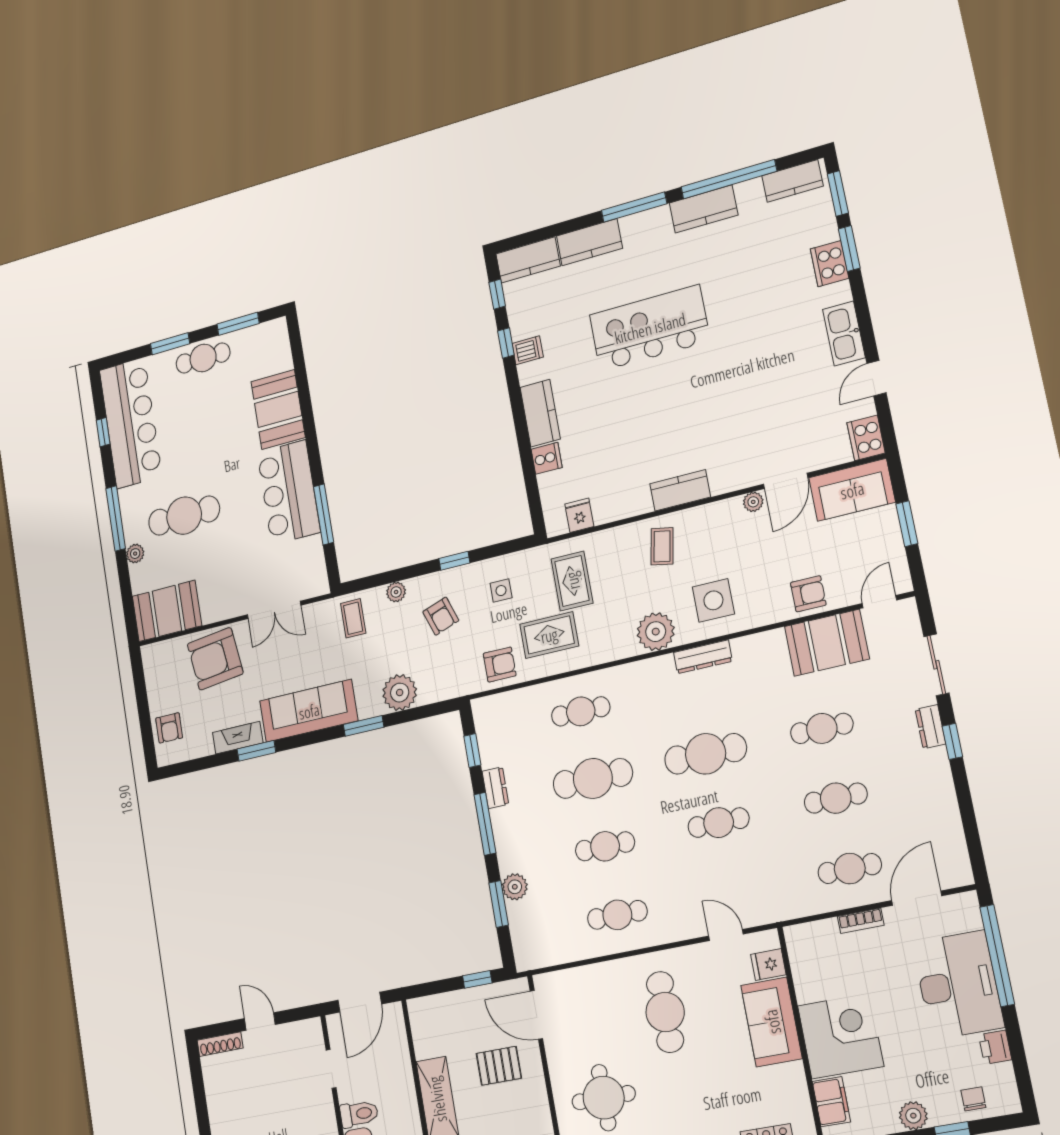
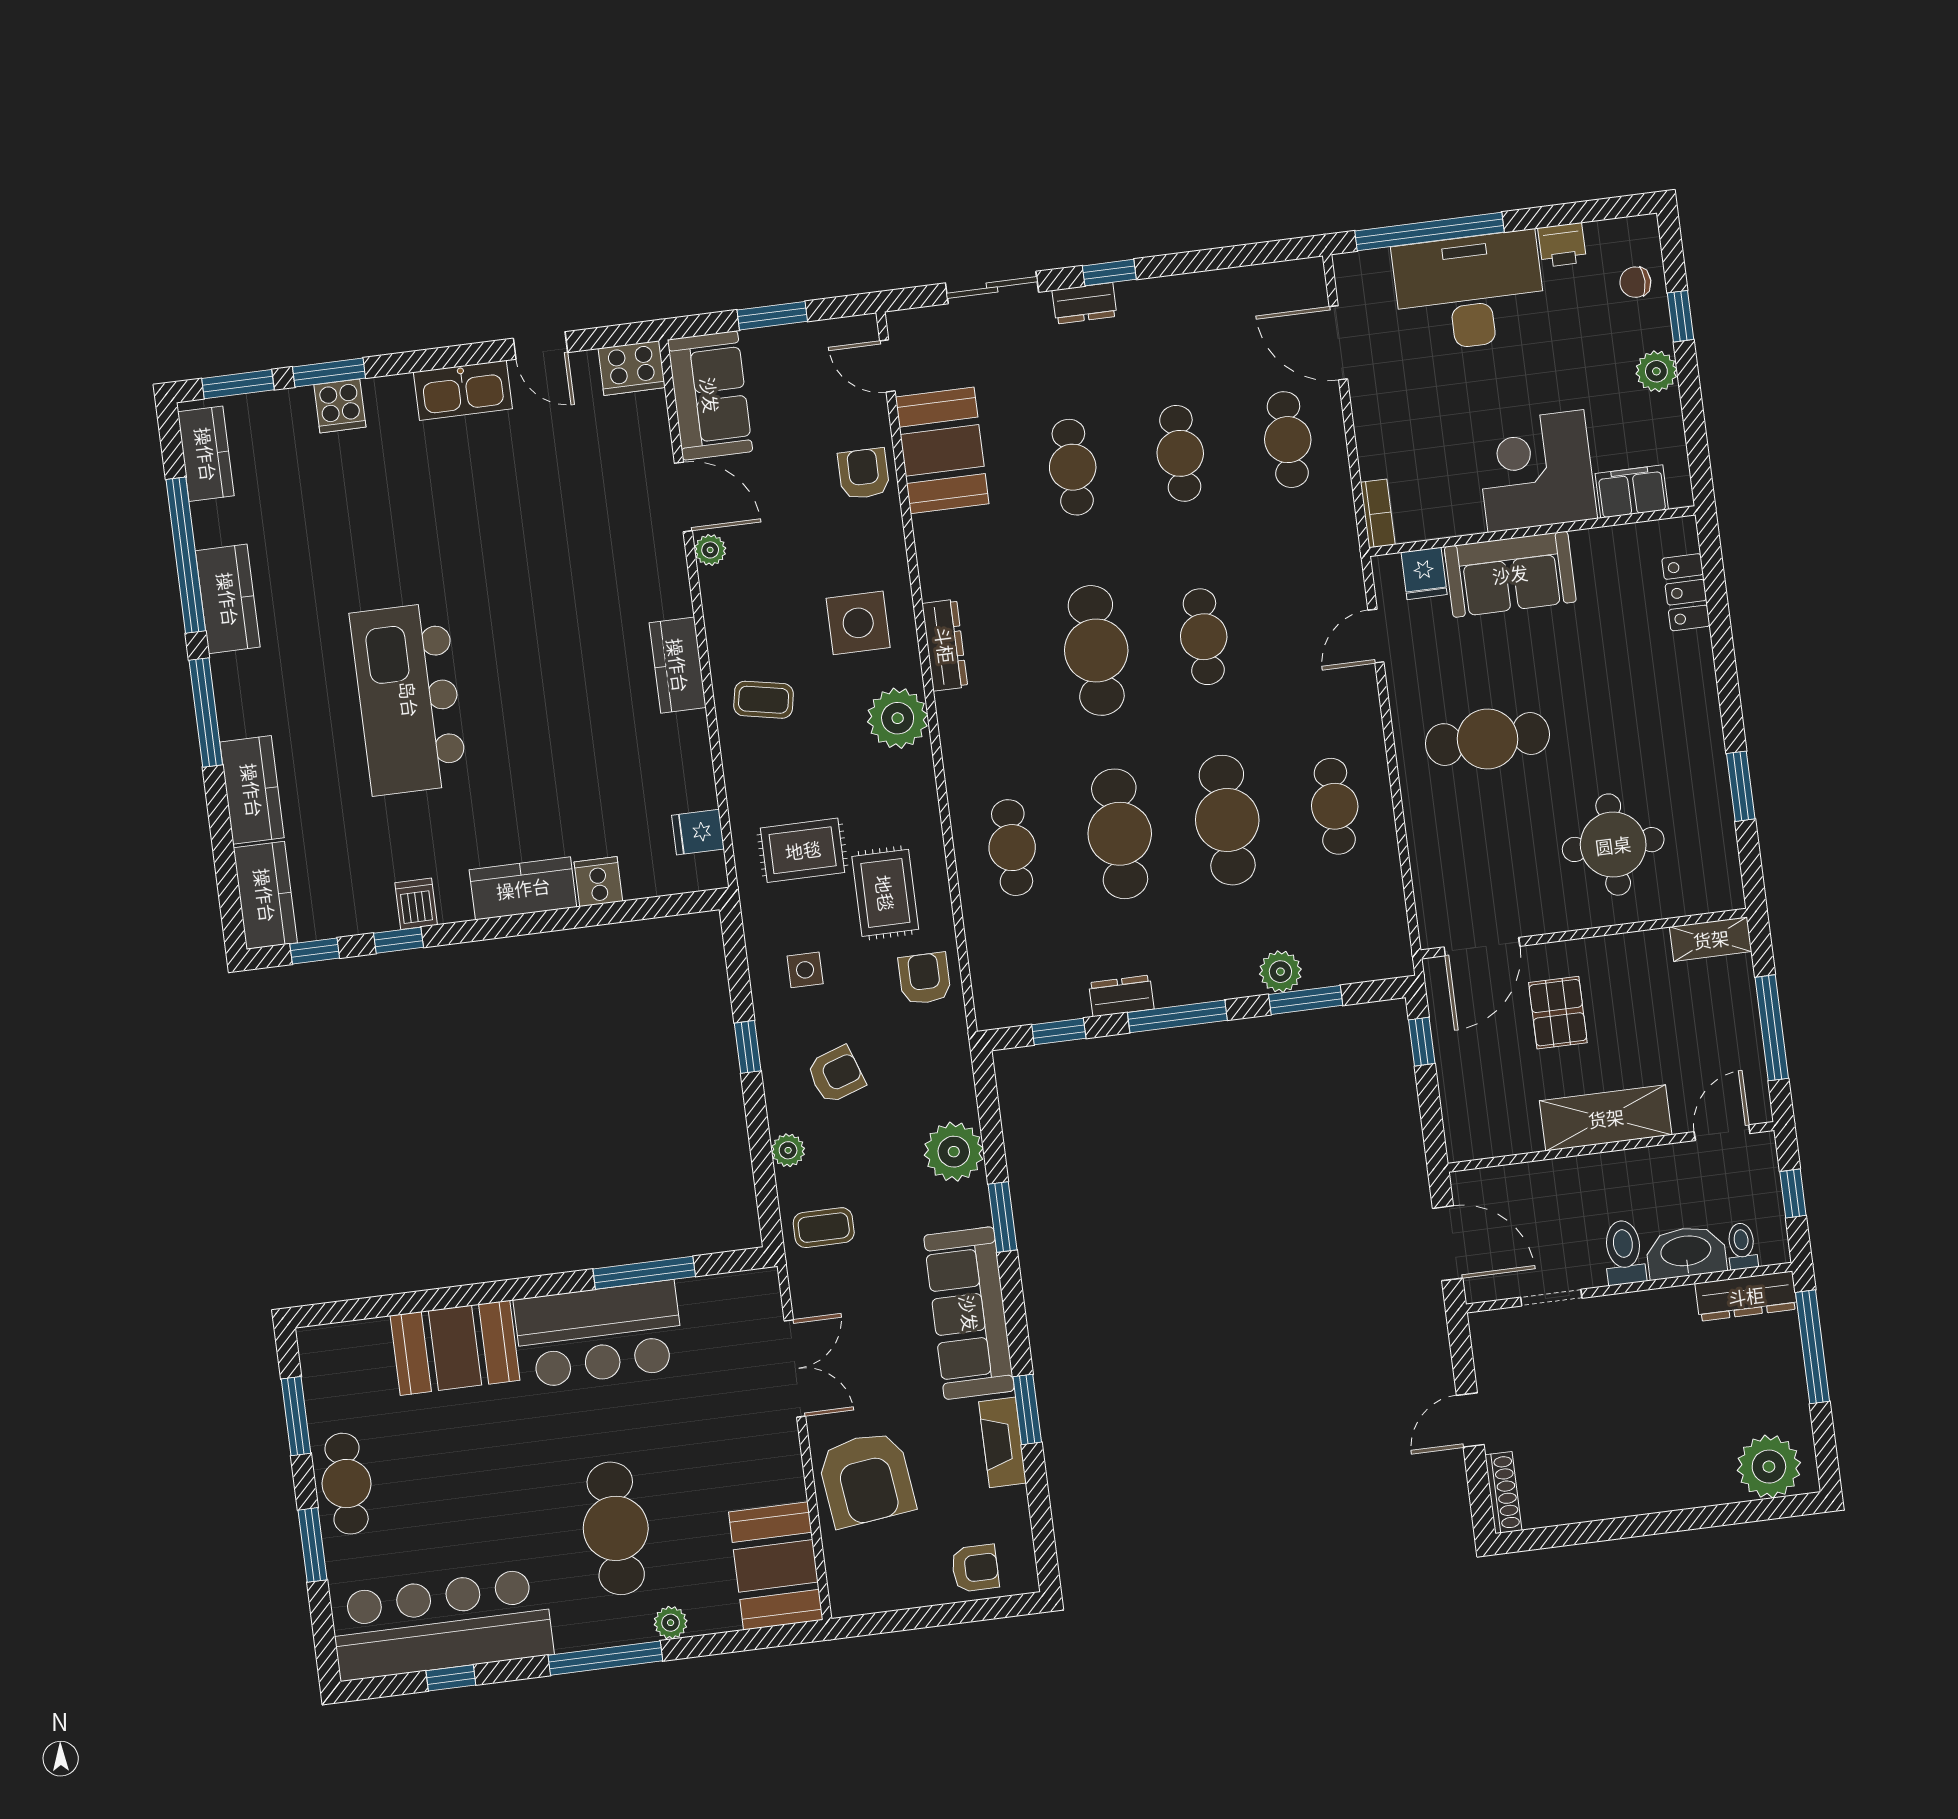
cooker: (830, 264) -> (340, 406), width x0.73
cafe table: (605, 846) -> (1227, 820), width x1.37, depth x1.35
bookcase: (861, 921) -> (1378, 513), moved

